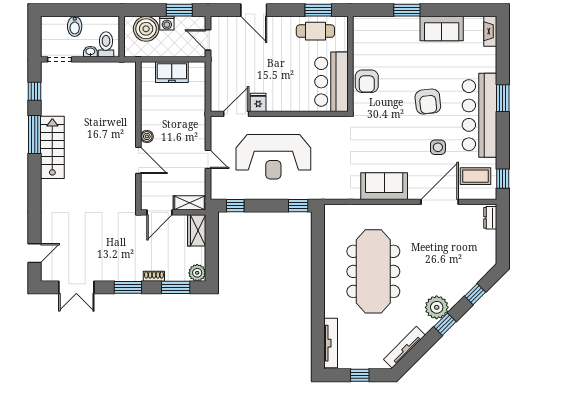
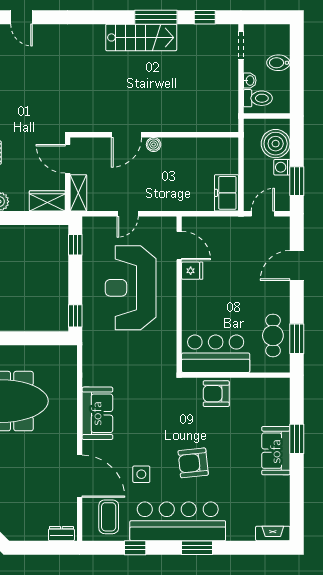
sofa: (442, 29) -> (276, 451), moved
freezer: (172, 72) -> (226, 193), moved
window: (503, 179) -> (135, 548), moved

